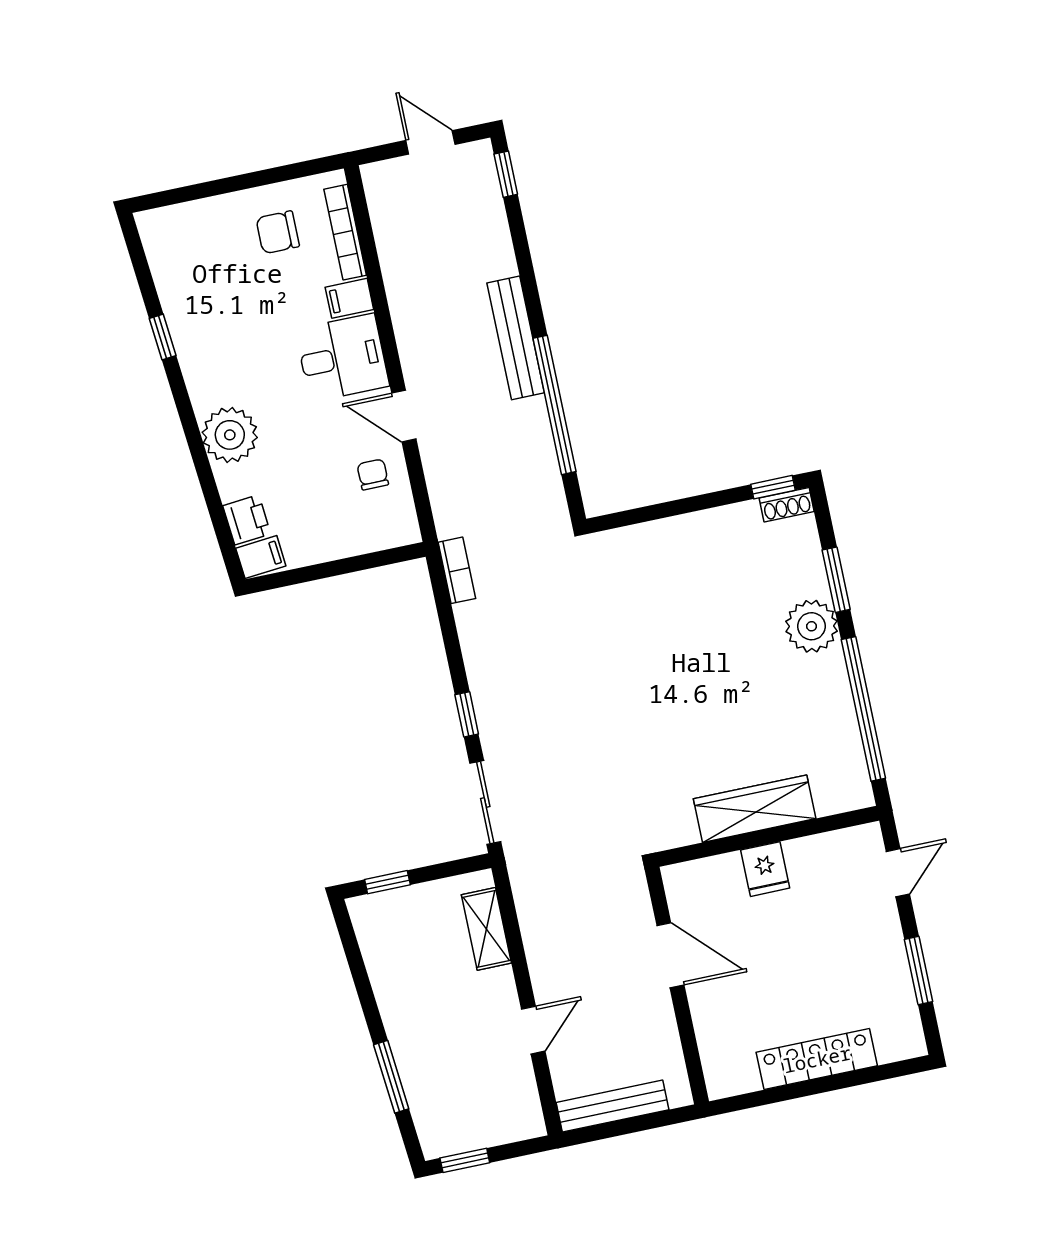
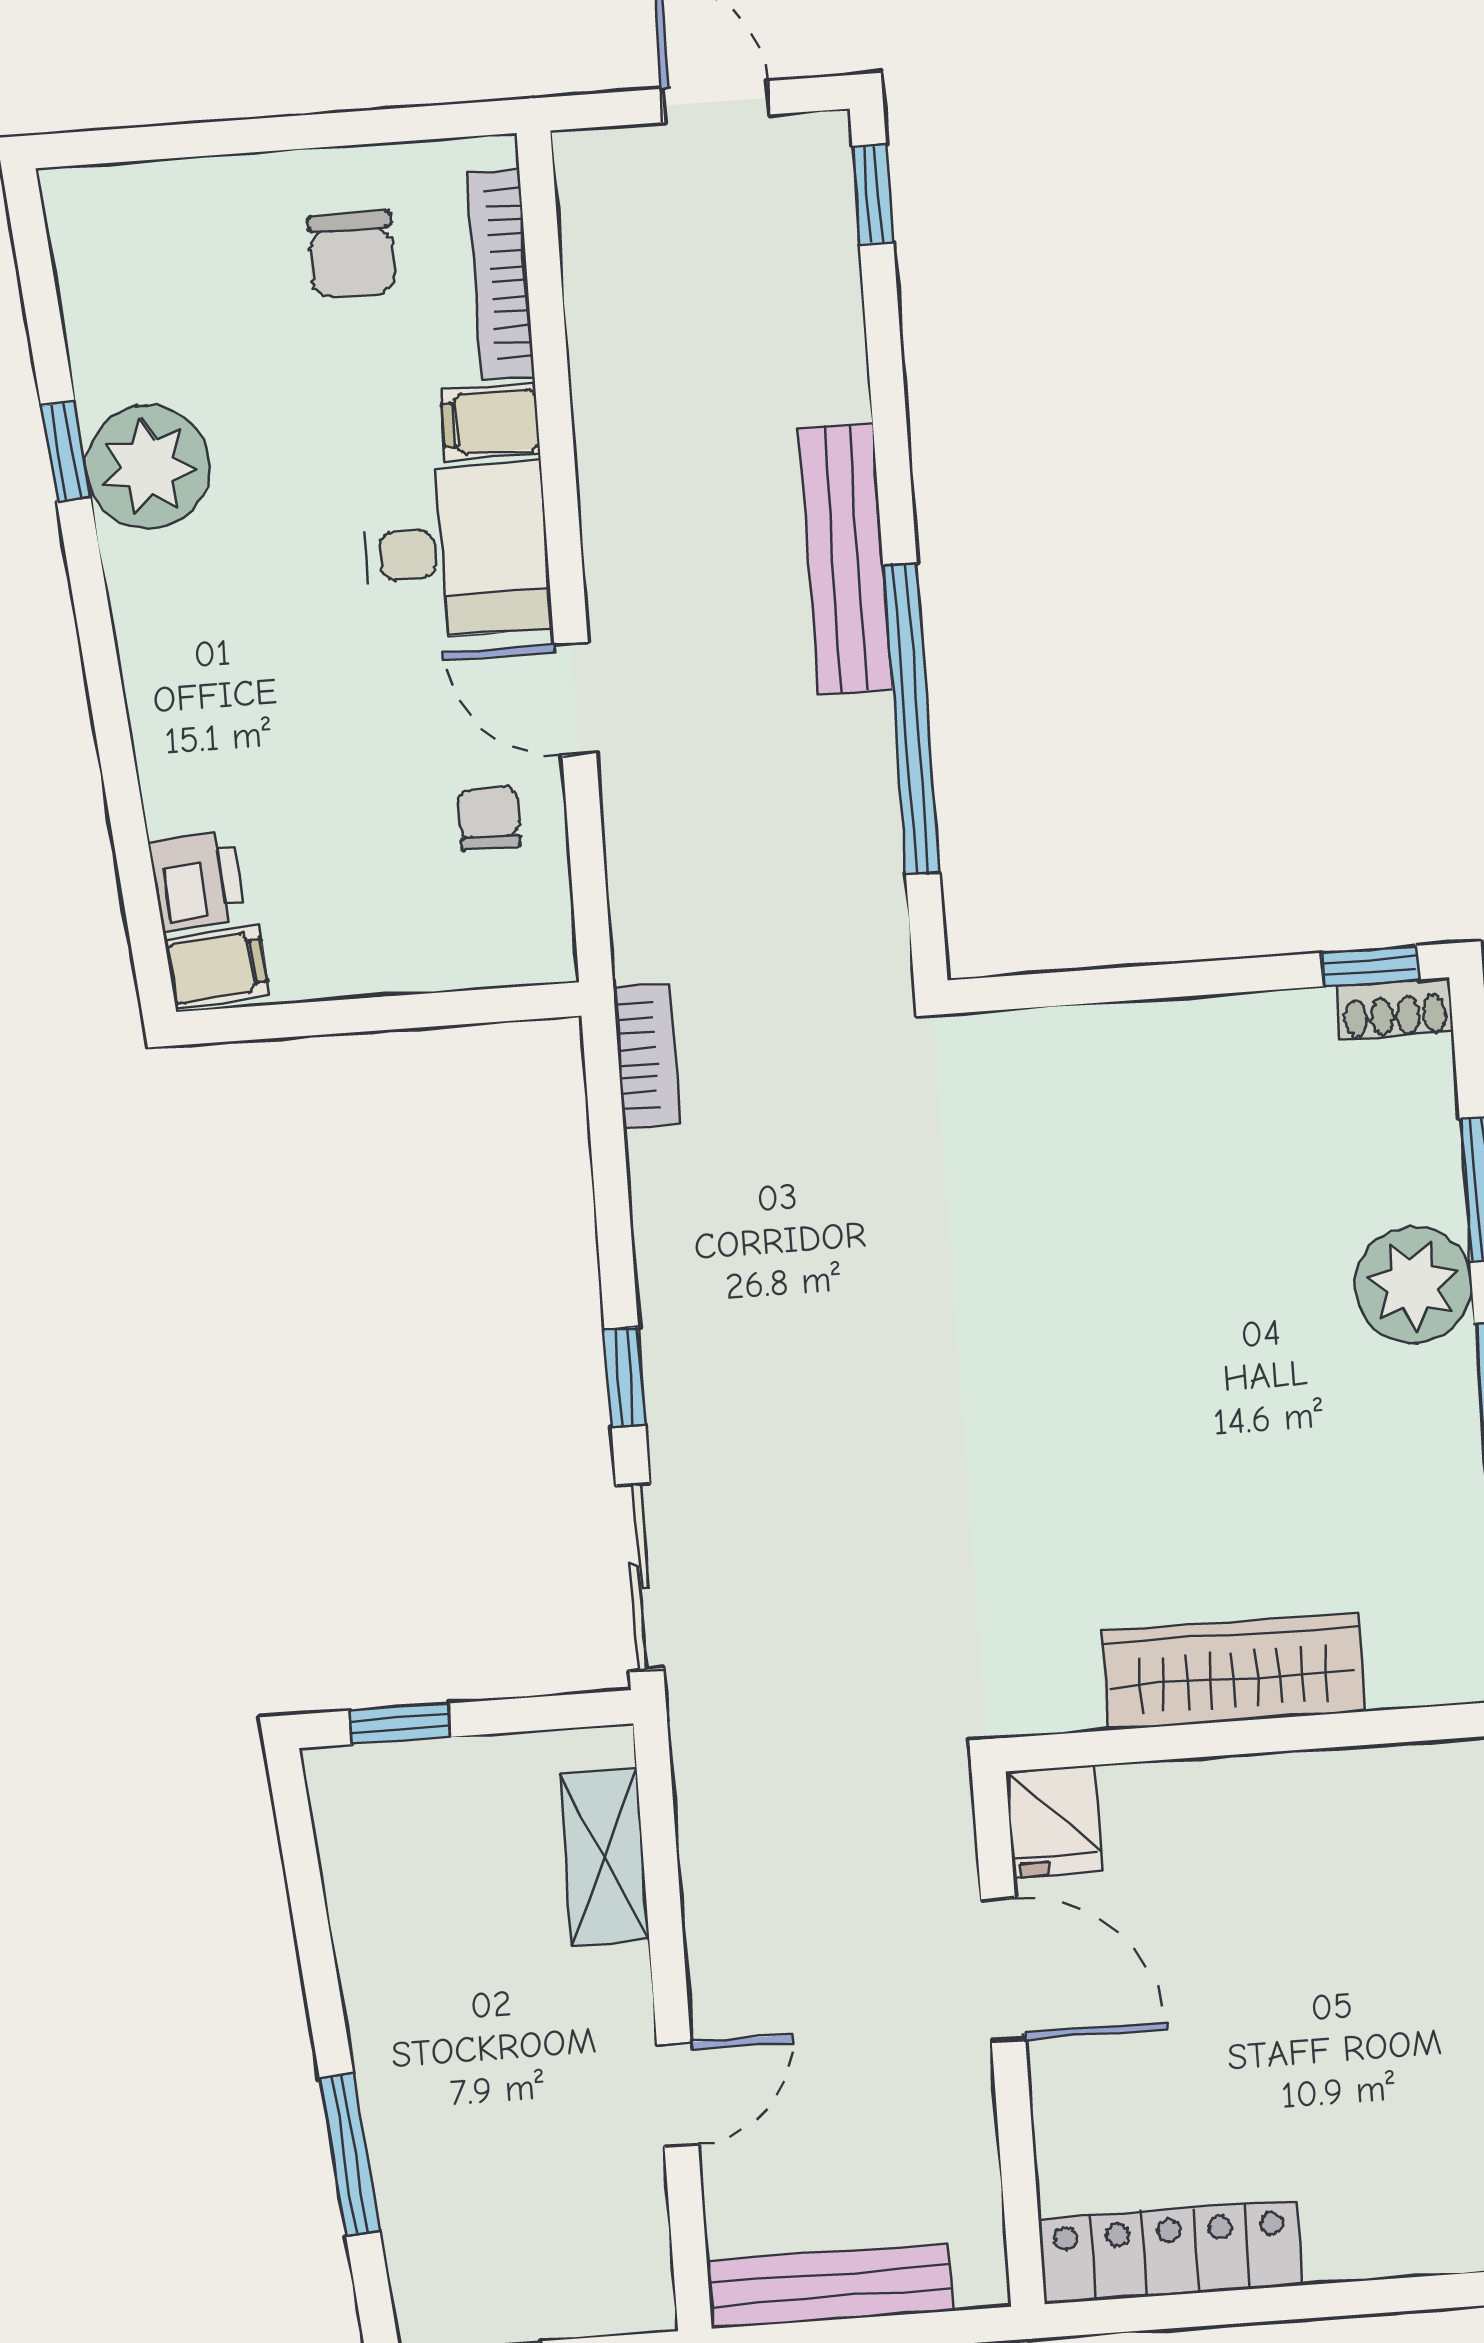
chair: (278, 232) -> (351, 255), turned -90
plant: (230, 435) -> (148, 467), moved
fridge: (765, 869) -> (1054, 1821), moved
locker: (817, 1059) -> (1170, 2252), moved

